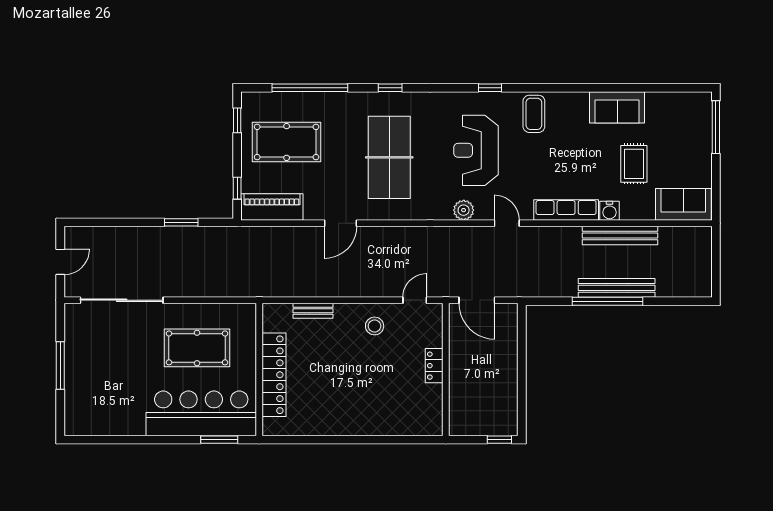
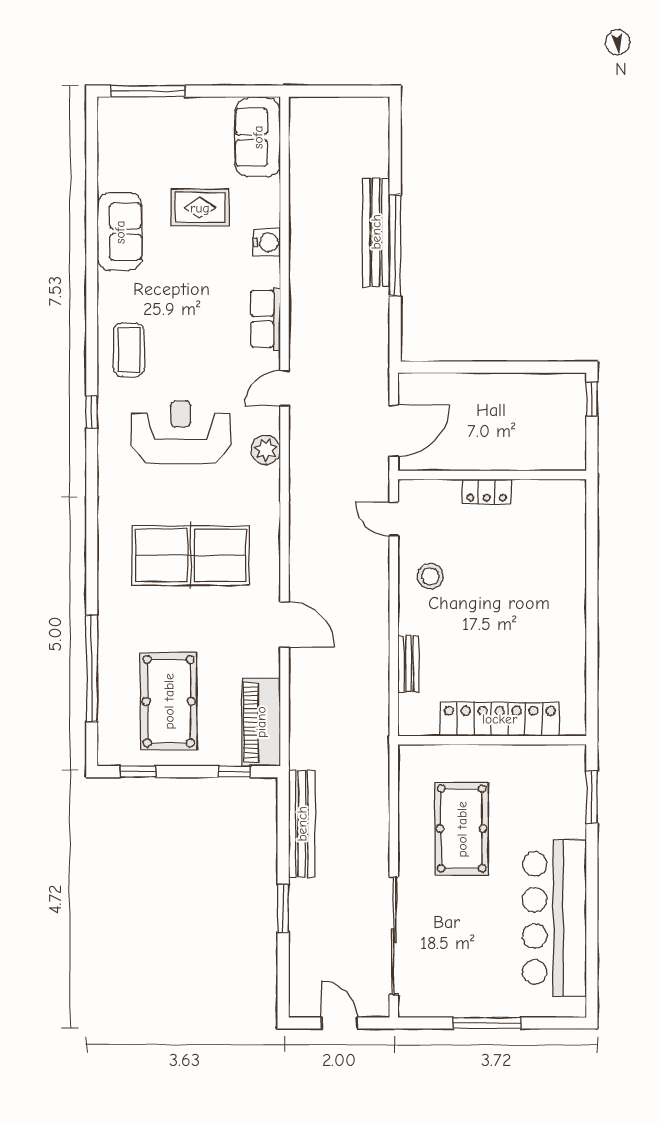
window: (390, 88) -> (92, 554), removed
coffee table: (534, 114) -> (129, 350), turned 90
reception desk: (476, 150) -> (181, 432), turned 180
row of seats: (566, 210) -> (265, 319), width x0.68
window: (181, 222) -> (283, 908), moved
bench: (620, 236) -> (302, 824), moved
bar counter: (201, 413) -> (554, 918), moved

